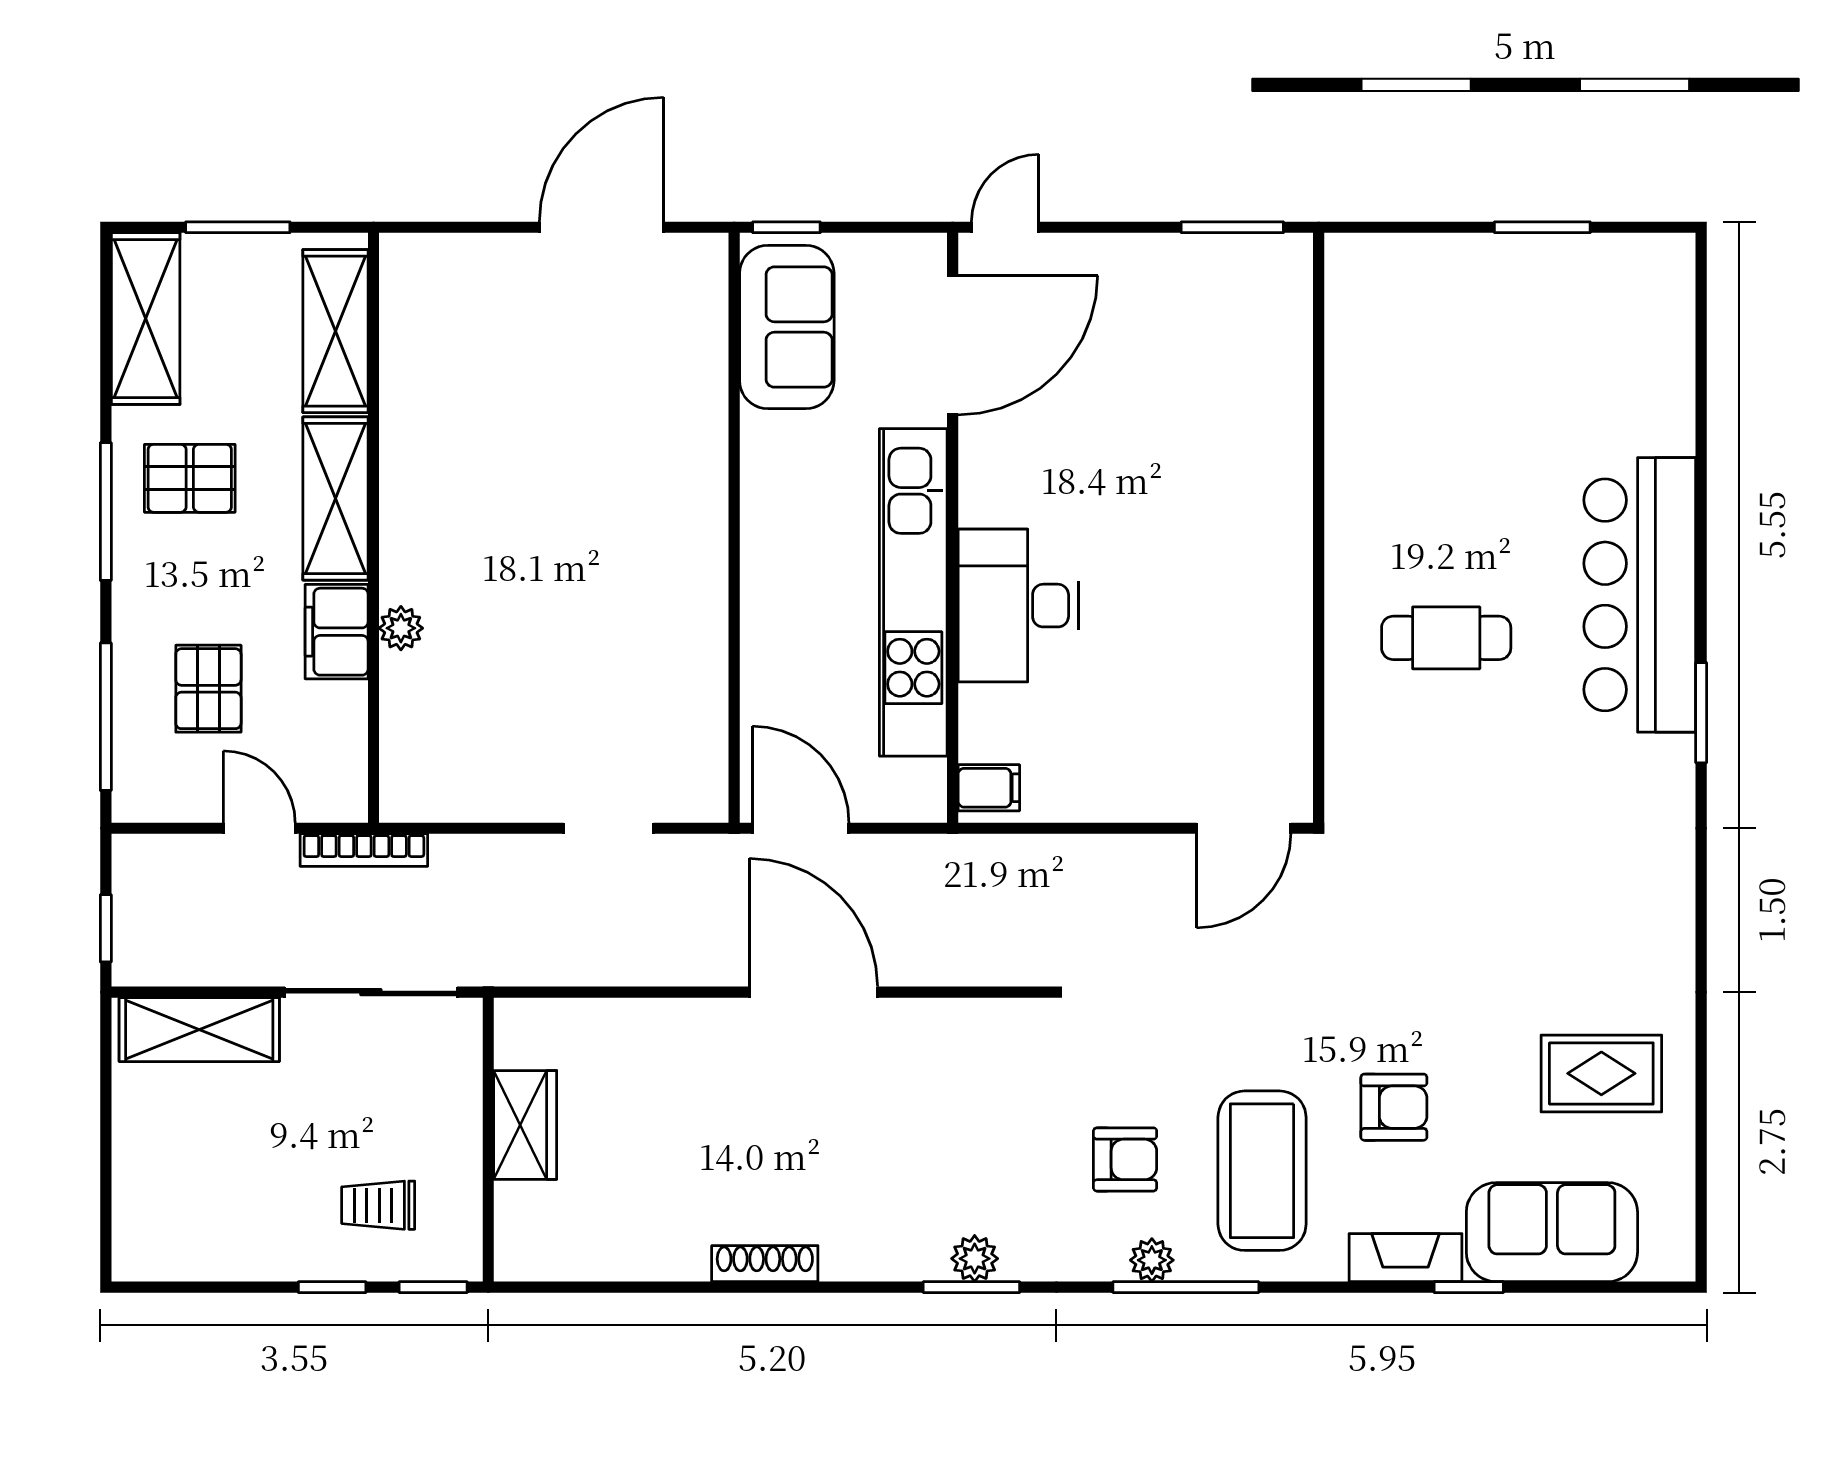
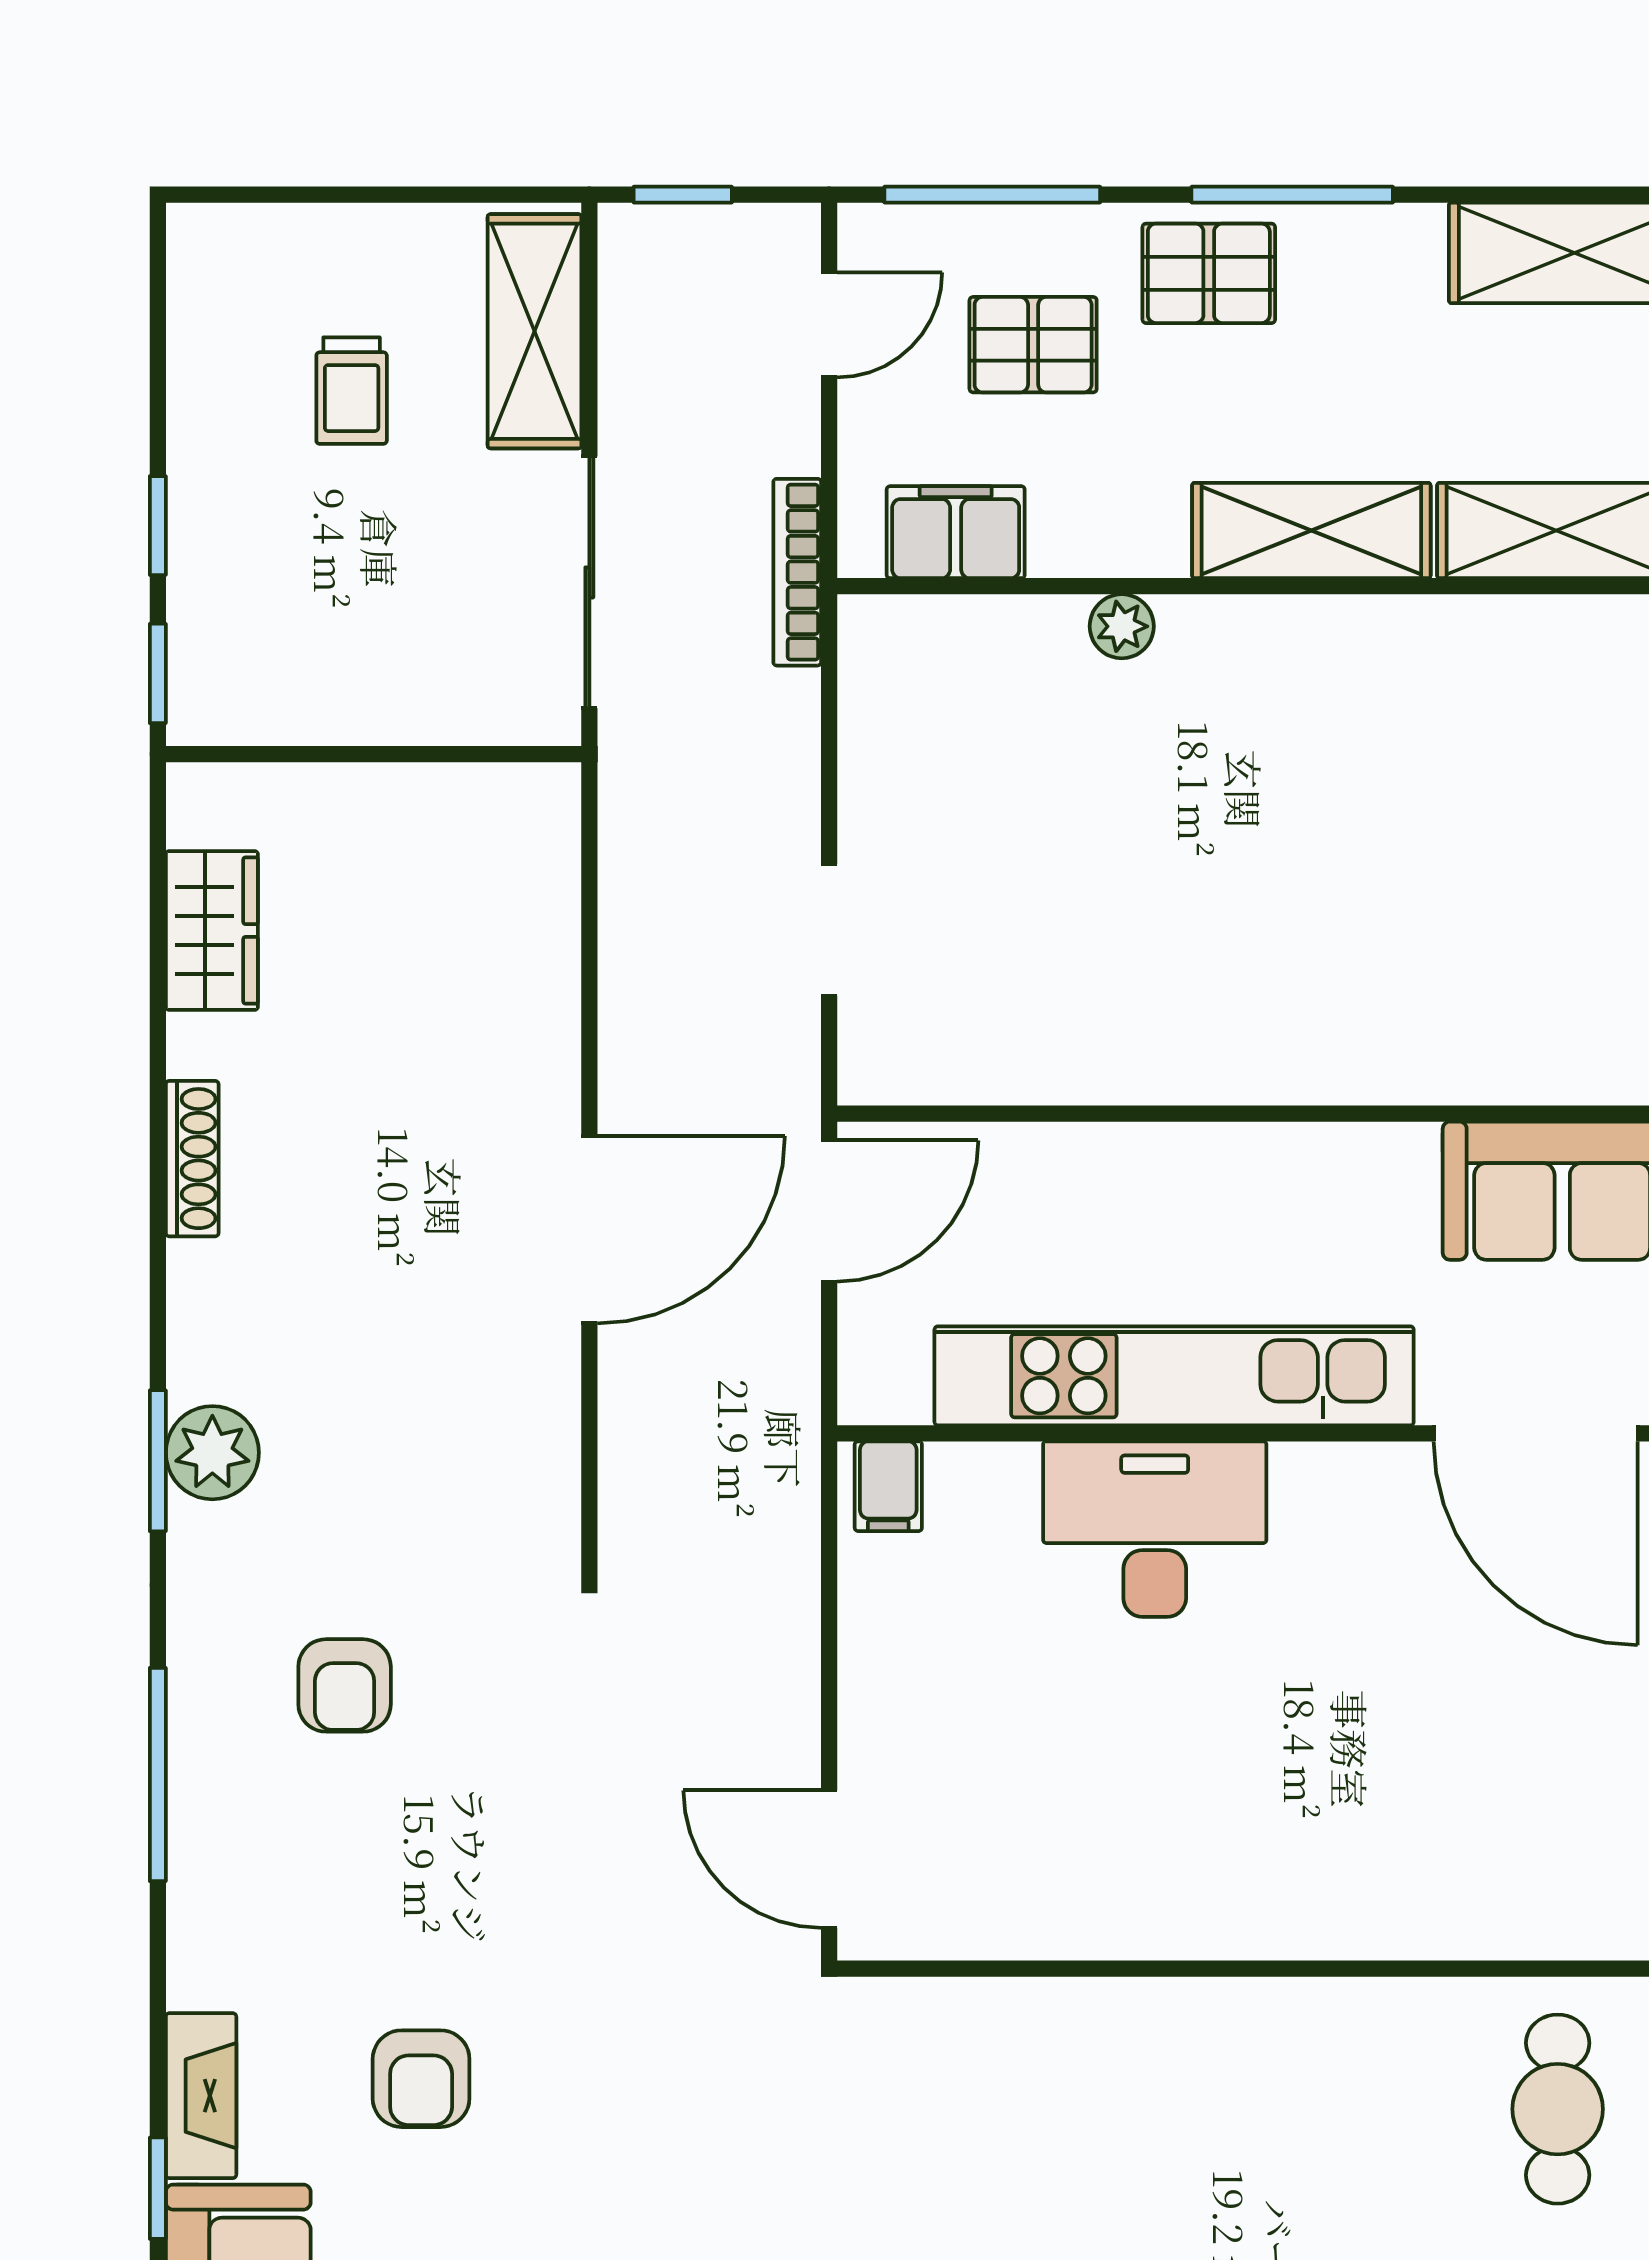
pallet: (190, 478) -> (1209, 273), moved, turned 90
filing cabinet: (337, 632) -> (956, 532), moved
cafe table: (1446, 638) -> (1558, 2109), moved
door: (259, 828) -> (829, 325), moved
wardrobe: (525, 1125) -> (212, 930), moved, turned -90
coffee table: (1262, 1171) -> (328, 1886), removed
trolley: (378, 1205) -> (352, 391), moved, turned 180
plant: (975, 1259) -> (212, 1453), width x1.38, depth x1.38
plant: (1152, 1260) -> (197, 1725), removed

